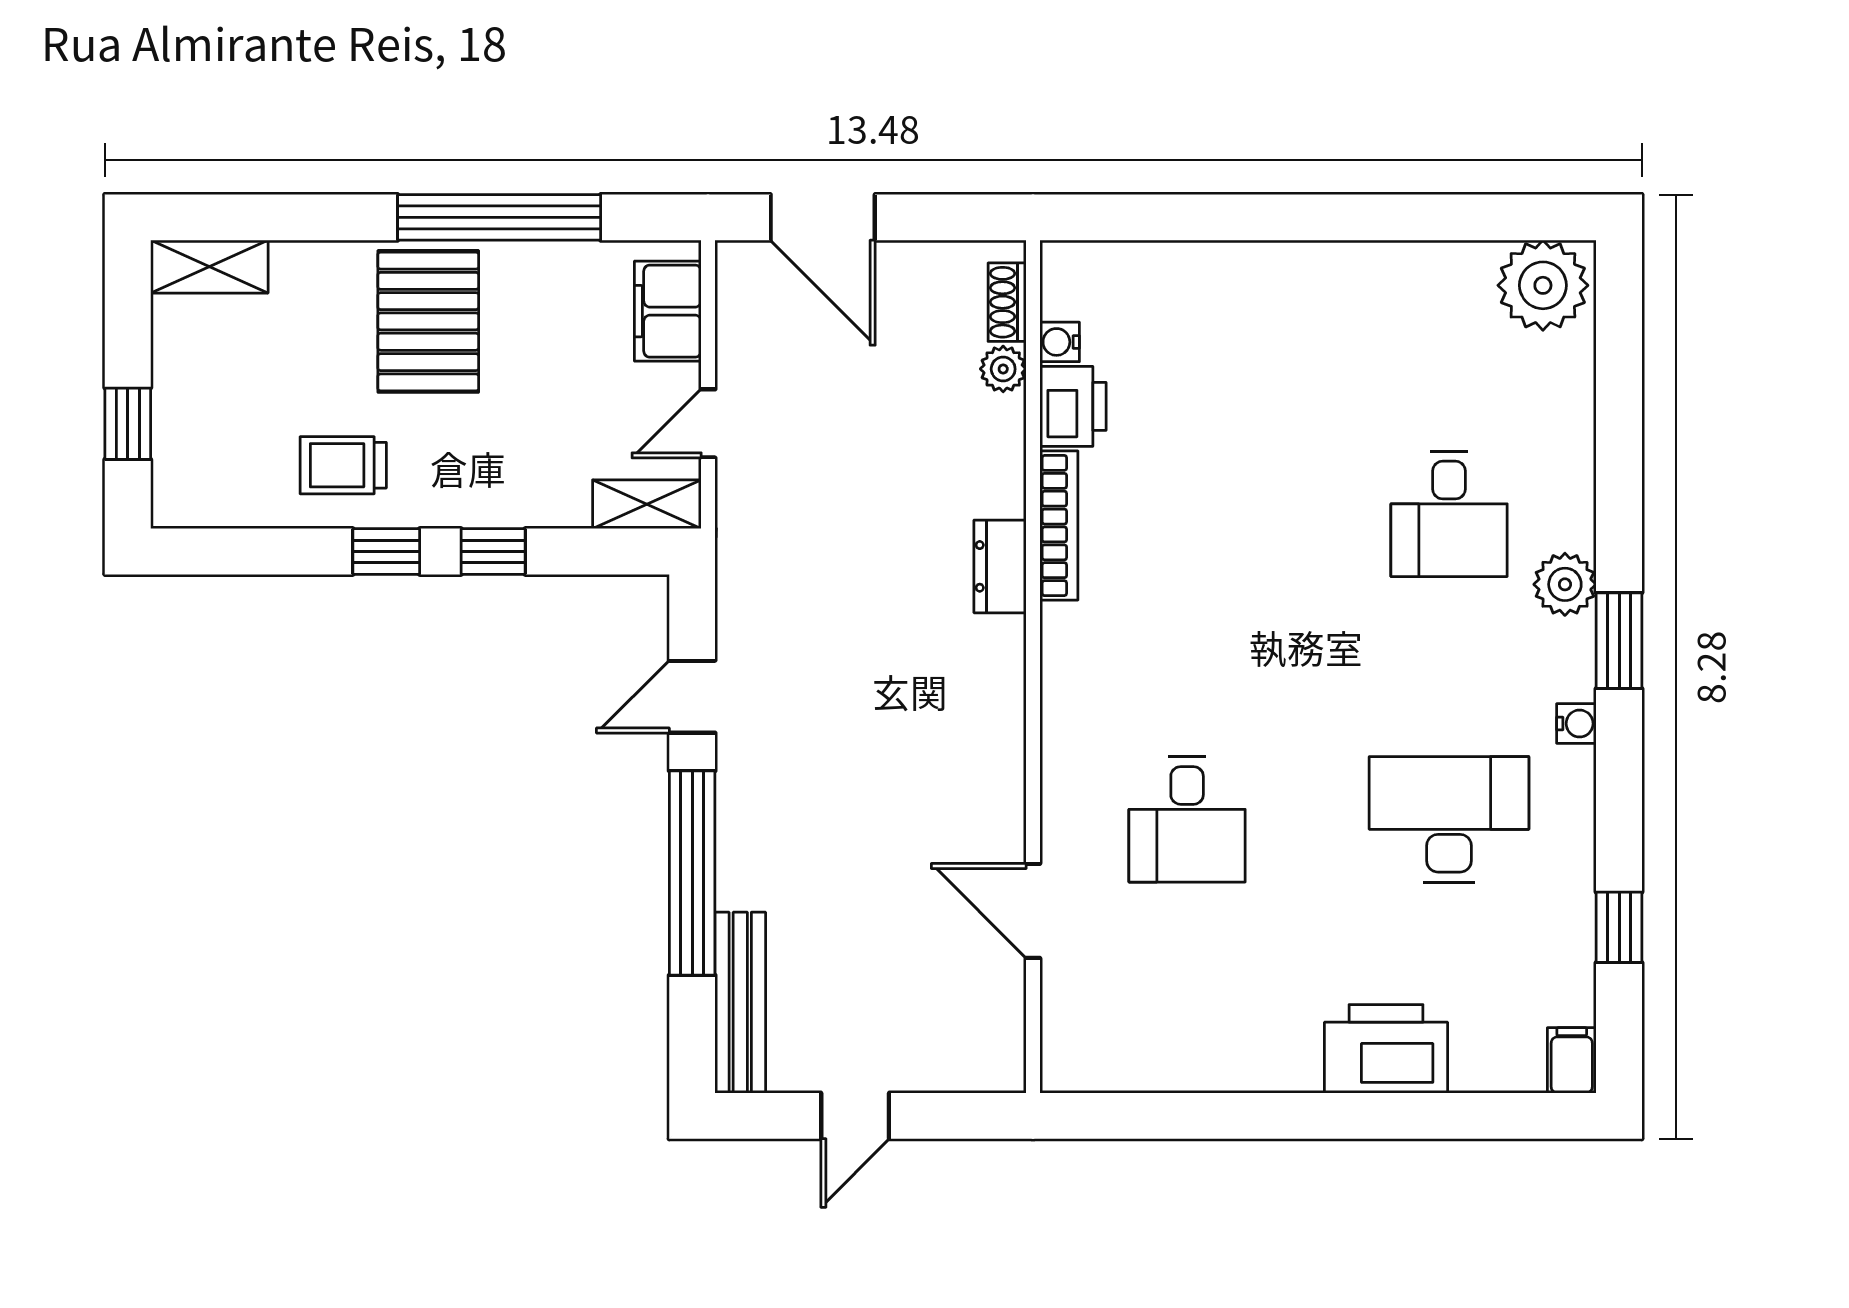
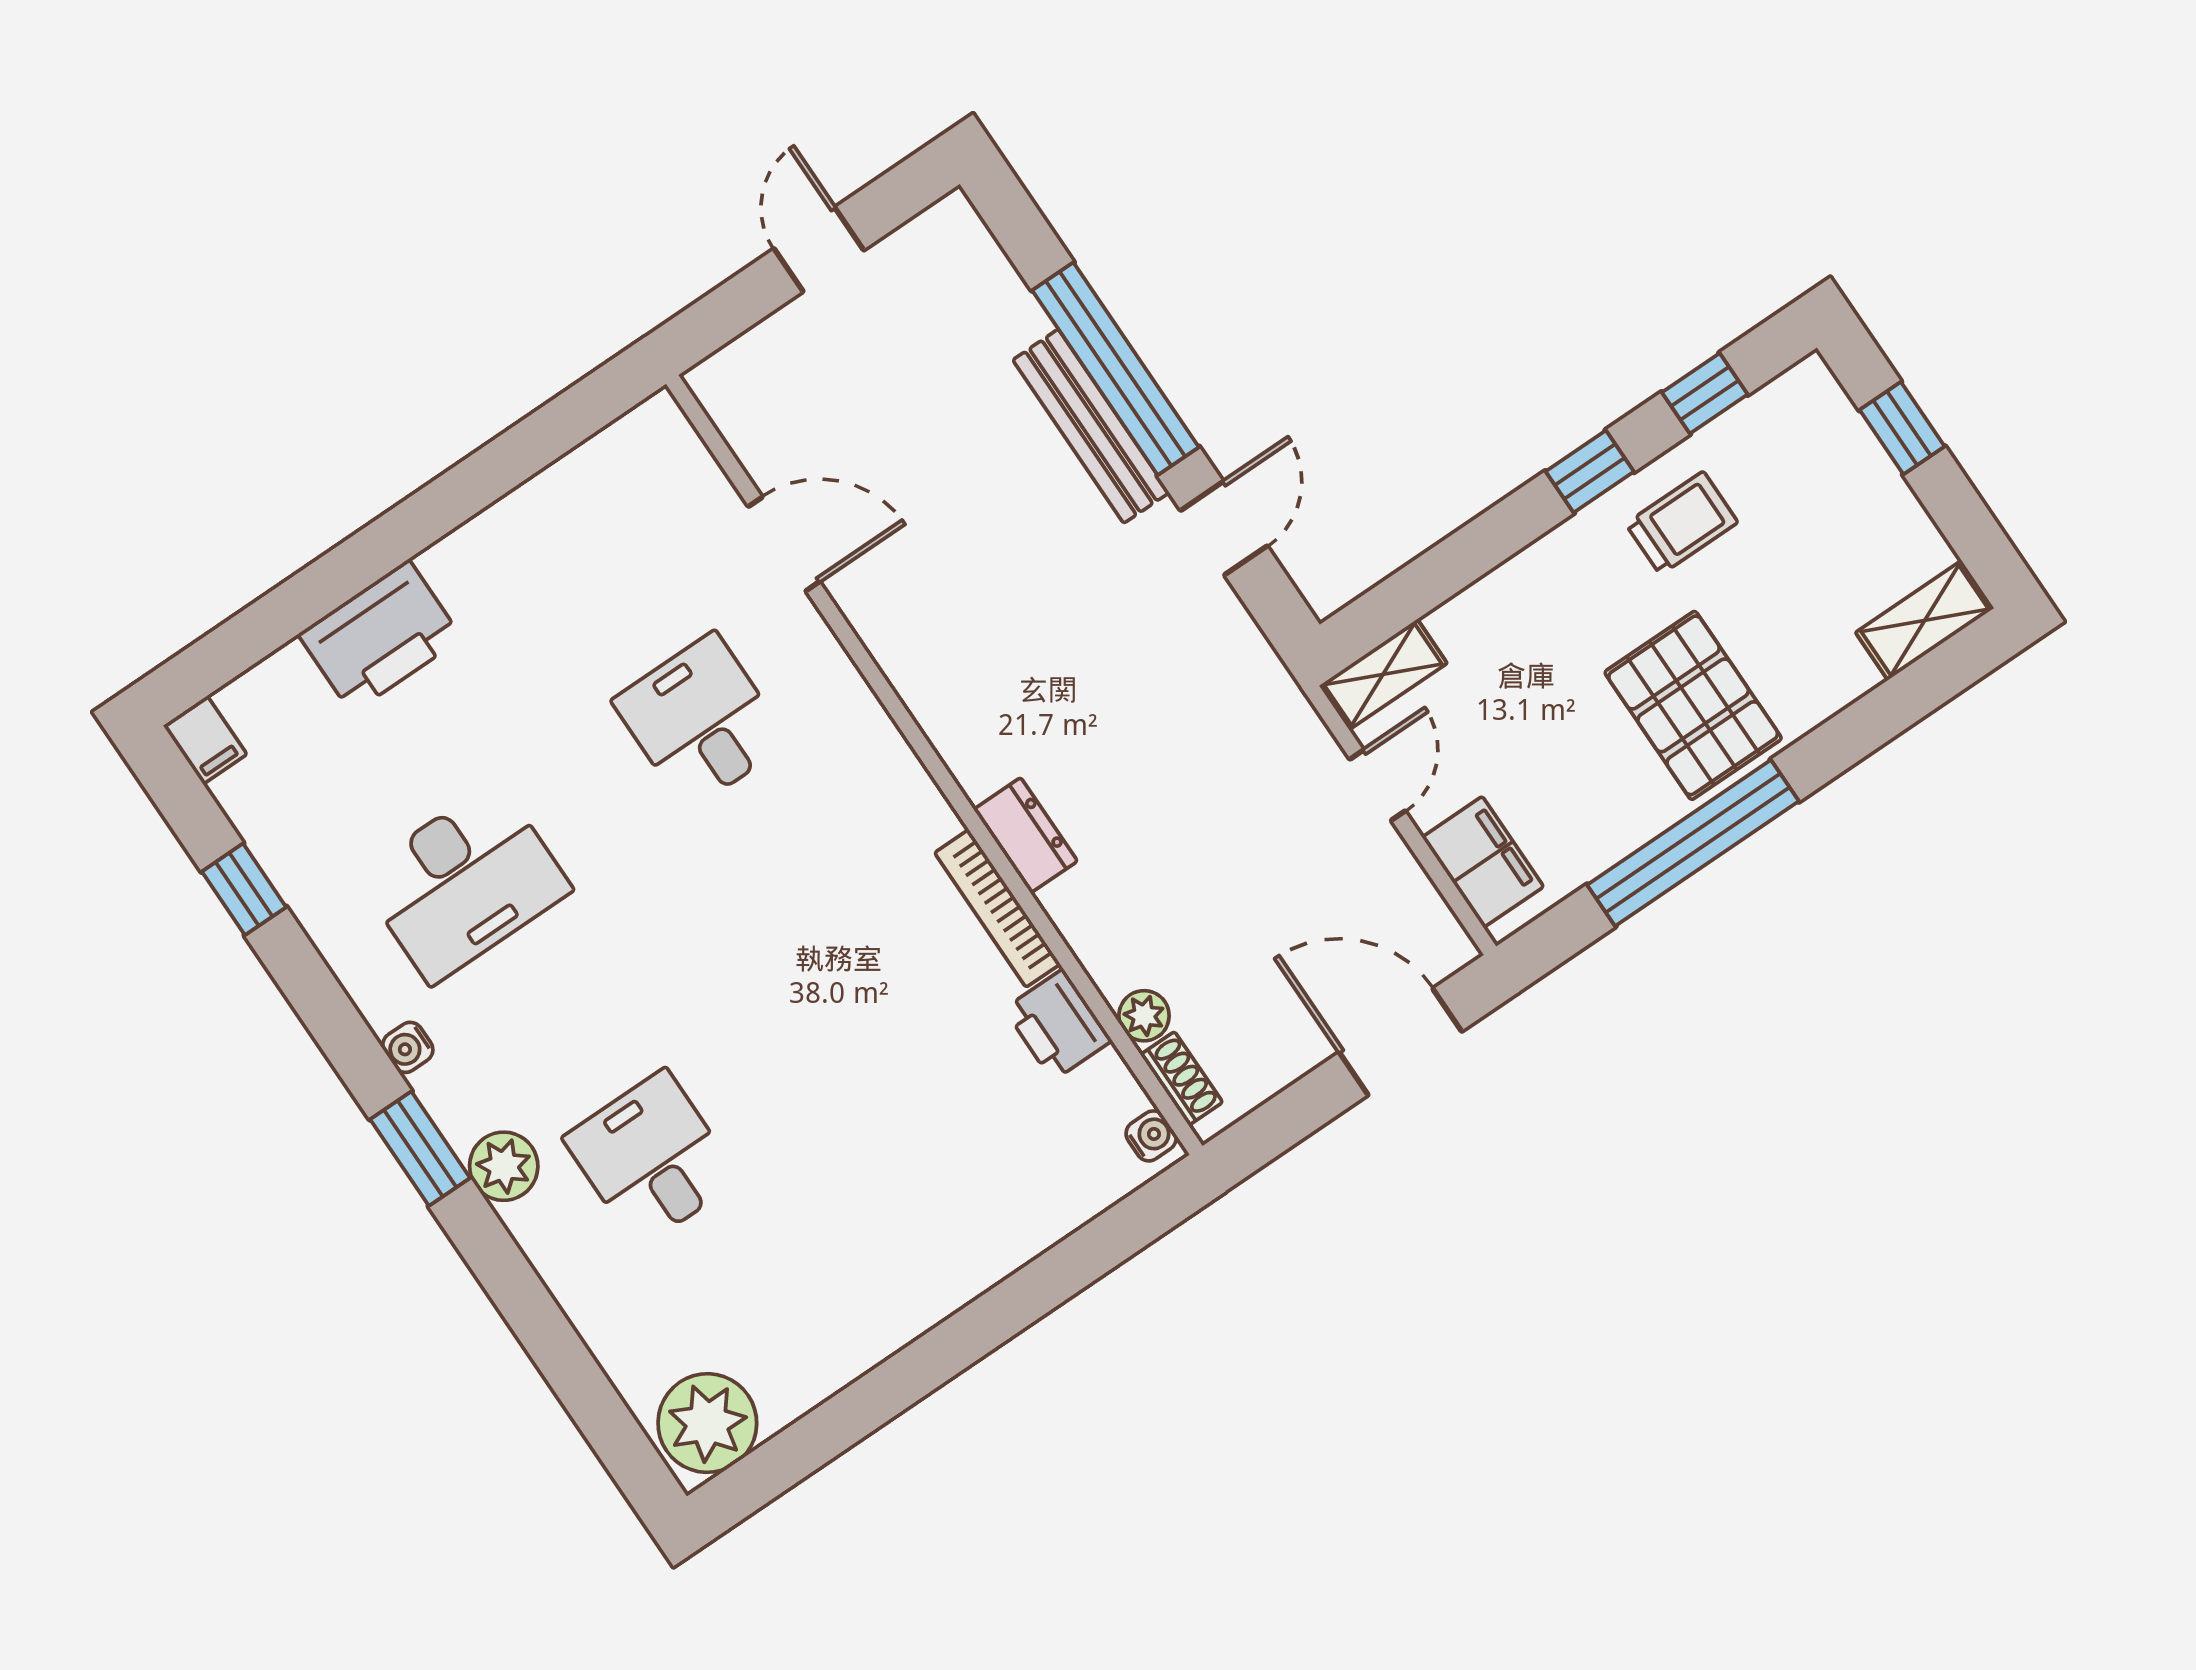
water cooler: (1060, 342) -> (1151, 1136), moved
window: (493, 551) -> (1705, 393), moved
bench: (740, 1003) -> (1091, 426), moved

